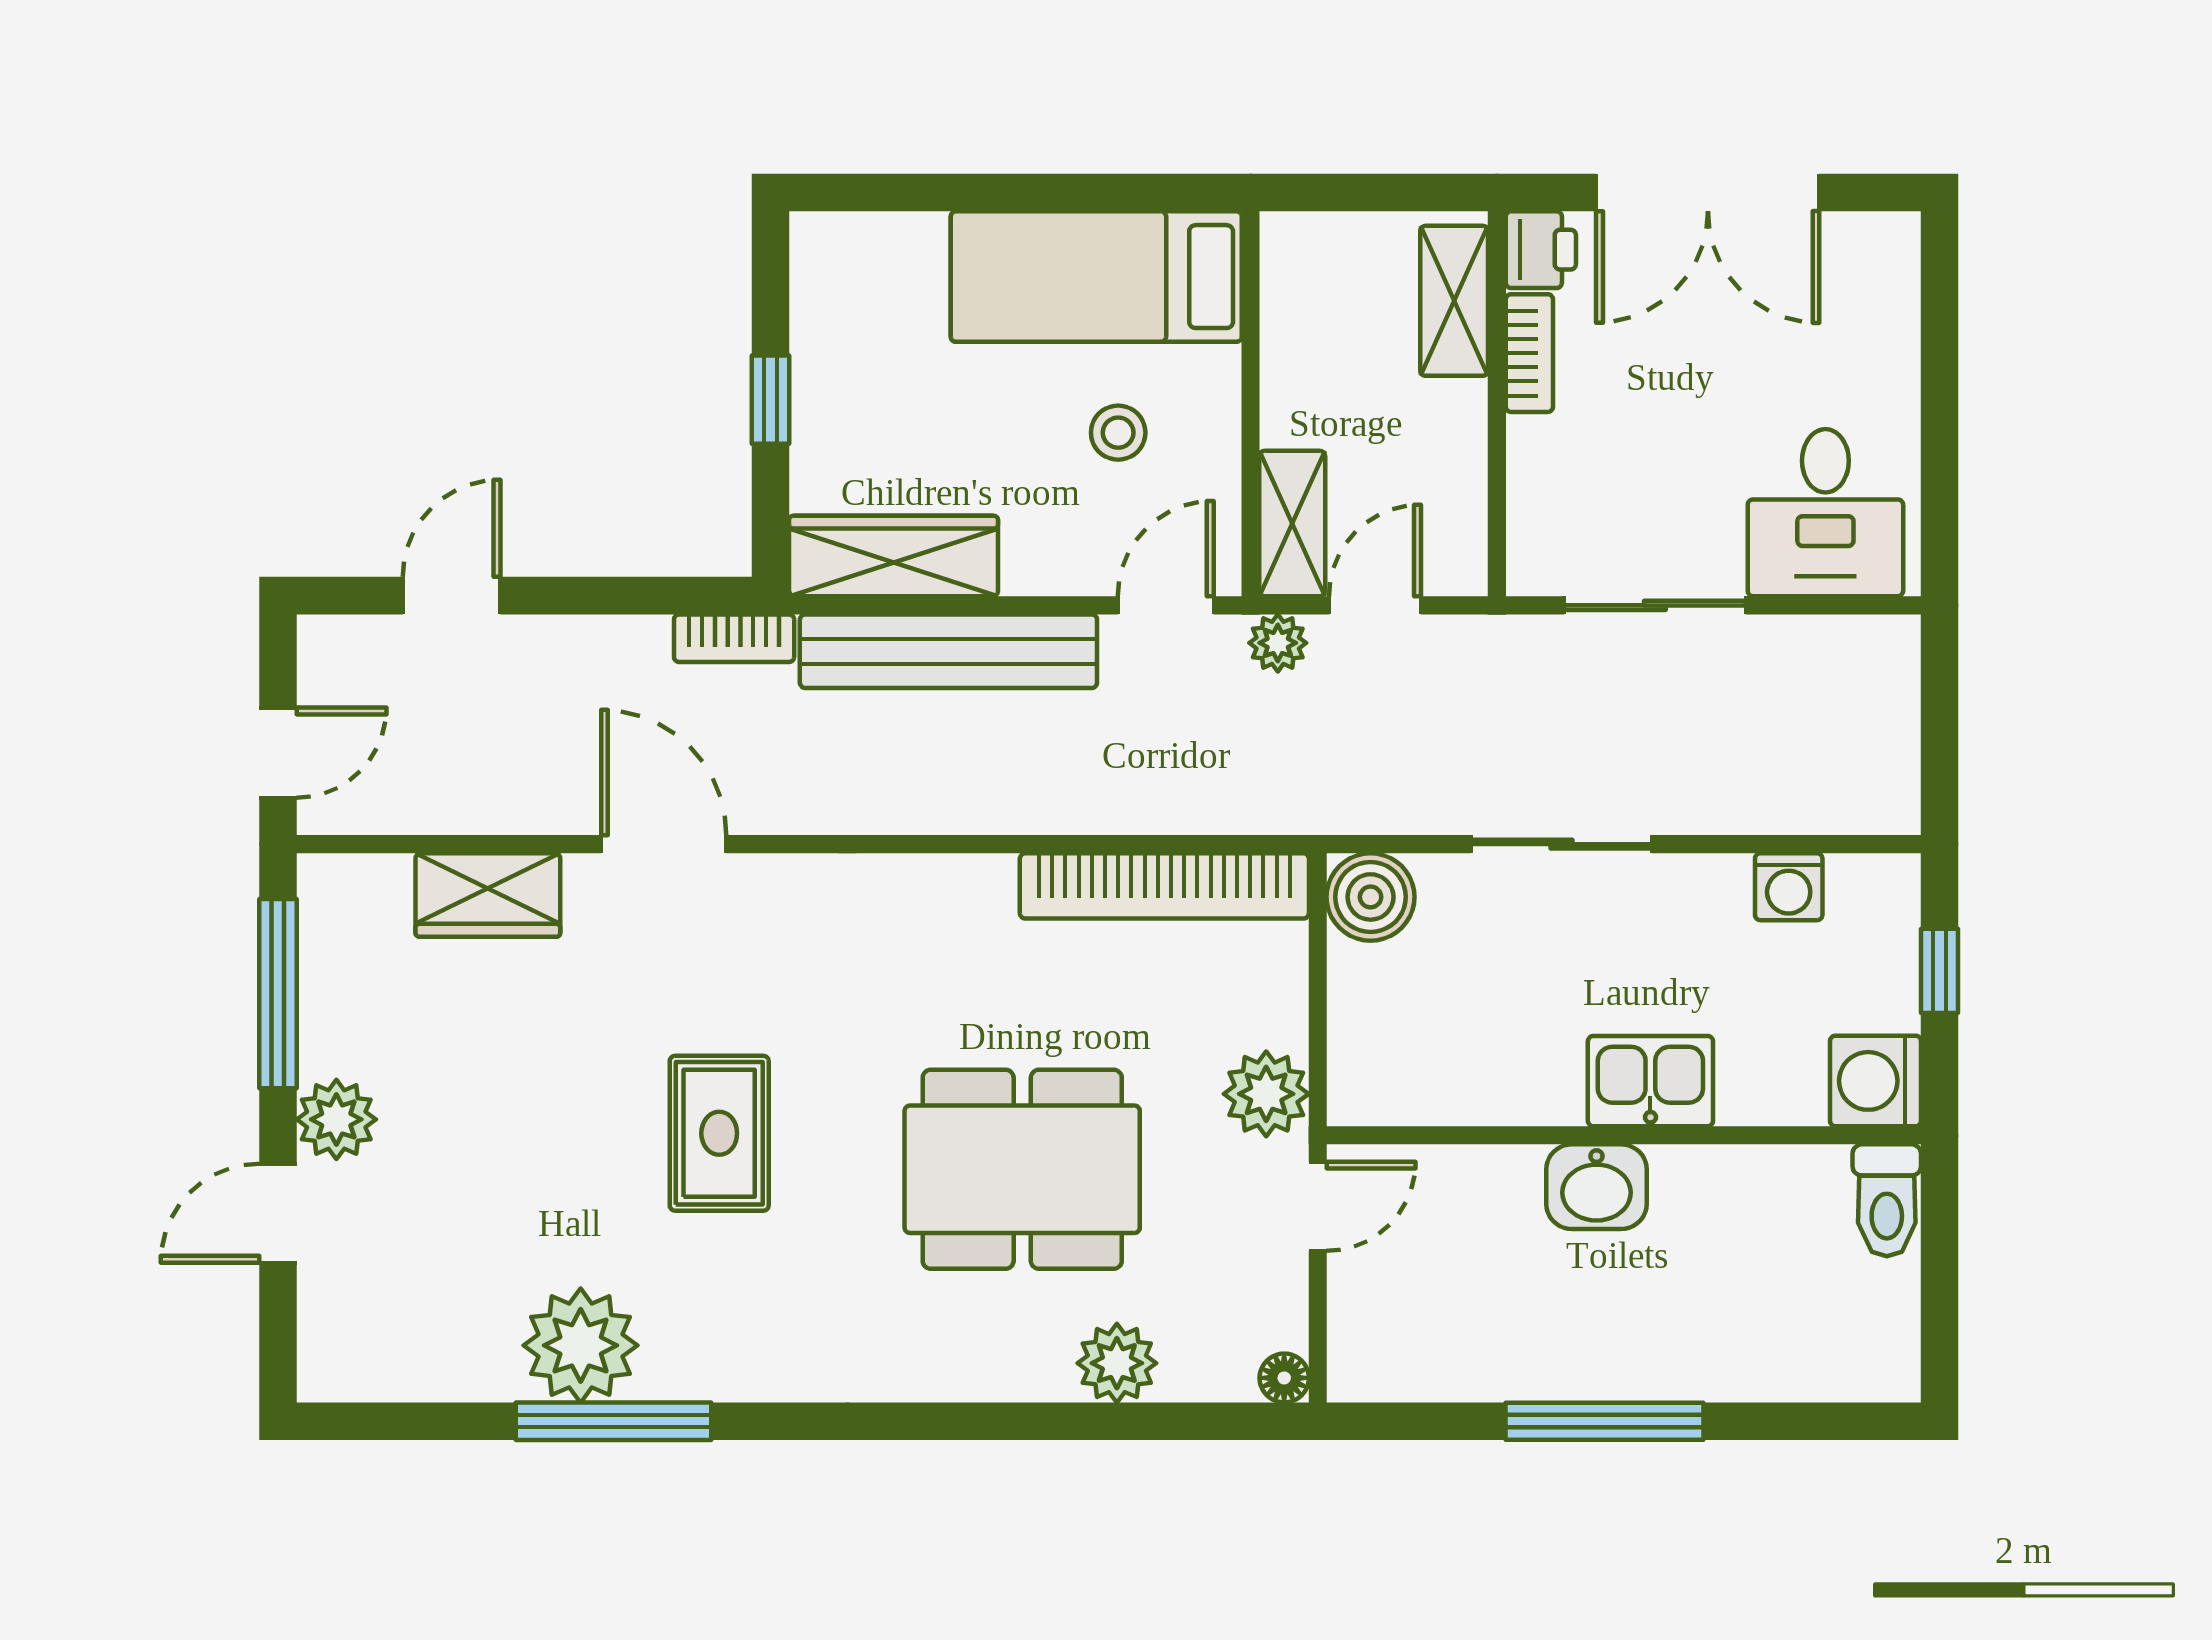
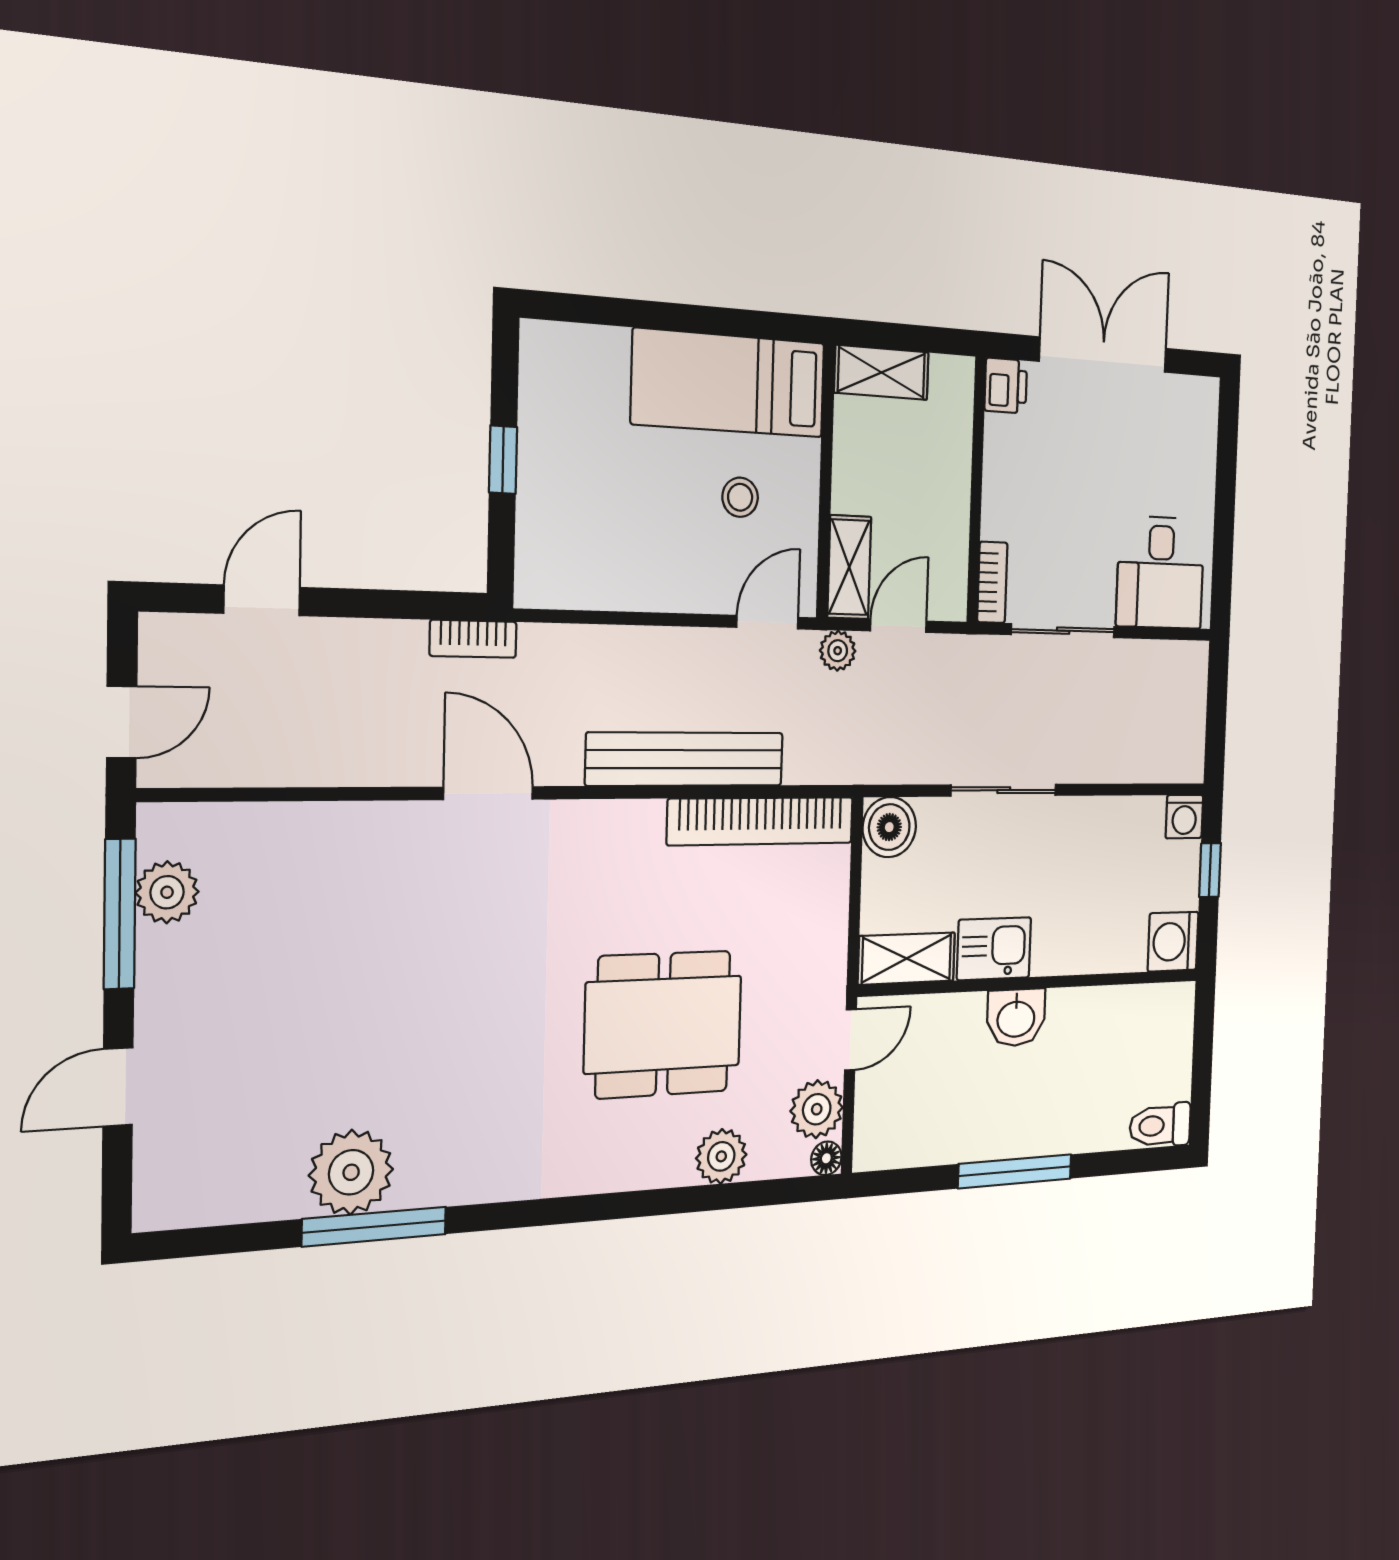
double door: (1708, 193) -> (1103, 355), swing flipped
shelving: (1454, 301) -> (882, 372), moved, turned 90
bookcase: (1529, 353) -> (992, 582), moved
wardrobe: (894, 556) -> (587, 581), removed
bench: (948, 651) -> (685, 759), moved
door: (664, 844) -> (488, 793), moved
washing machine: (1789, 887) -> (1184, 817), moved
wardrobe: (488, 895) -> (287, 834), removed
kitchen sink: (1650, 1081) -> (994, 949), moved
shelving: (1406, 1091) -> (907, 959), added
plant: (1266, 1094) -> (817, 1109), moved
plant: (336, 1119) -> (167, 892), moved
rug: (719, 1133) -> (455, 1008), removed
toilet: (1887, 1200) -> (1160, 1125), moved, turned 90

